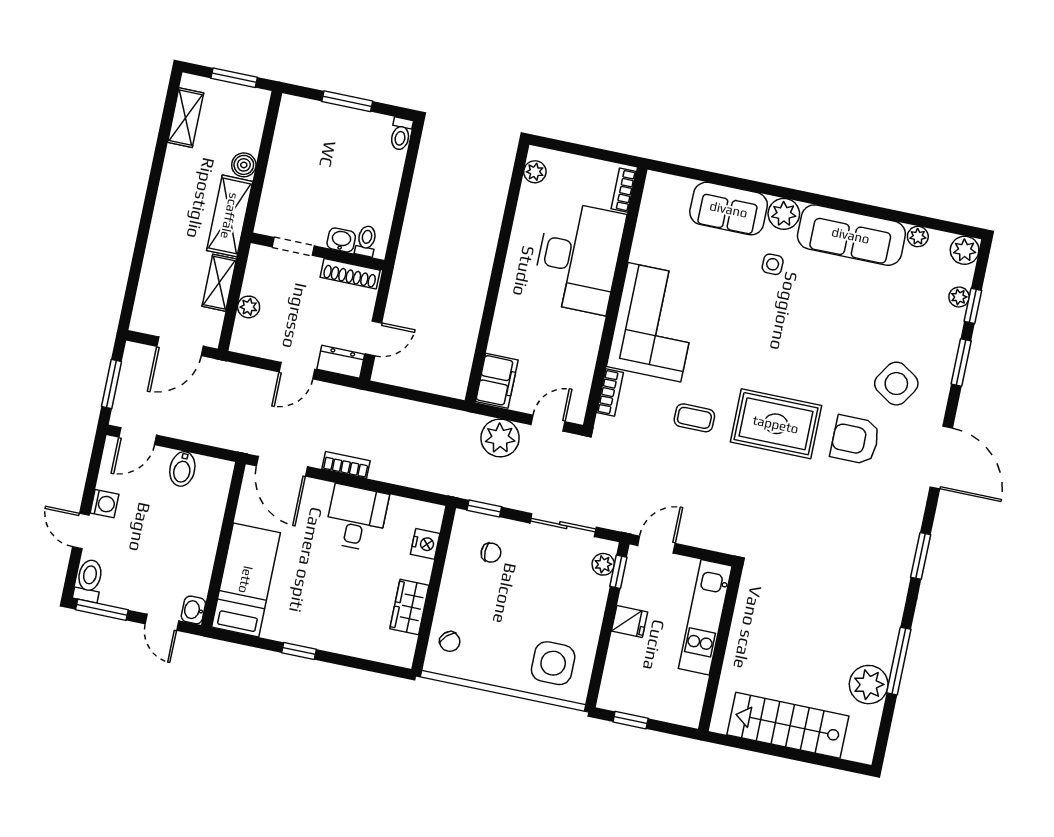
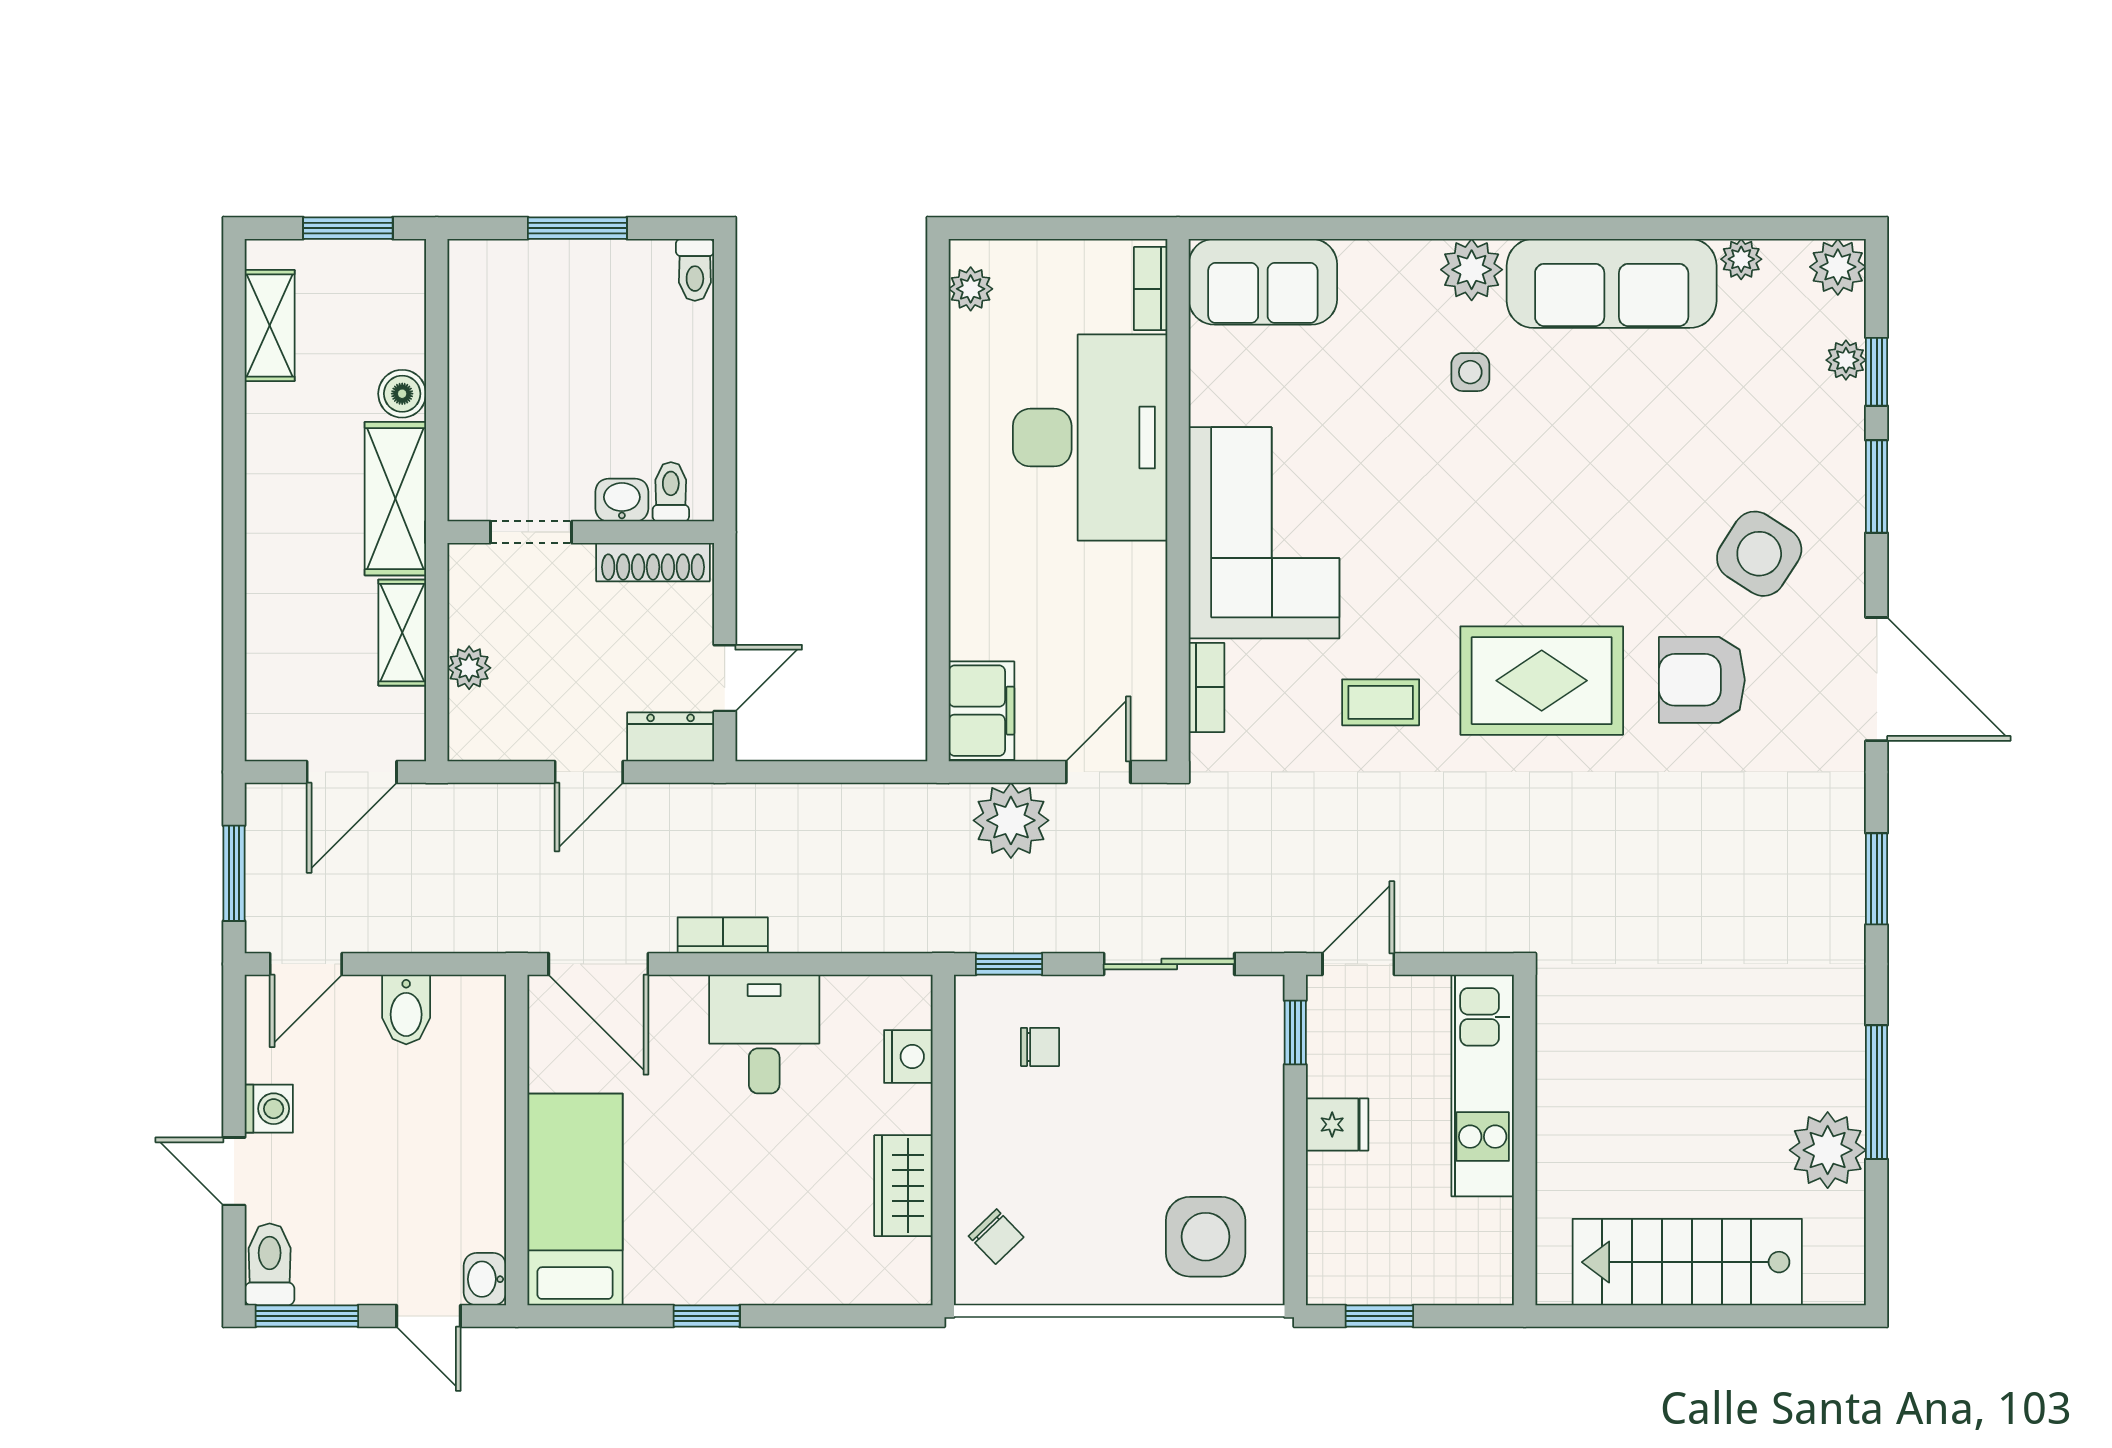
sofa: (729, 209) -> (1263, 282), moved
plant: (603, 564) -> (1263, 1024), removed

